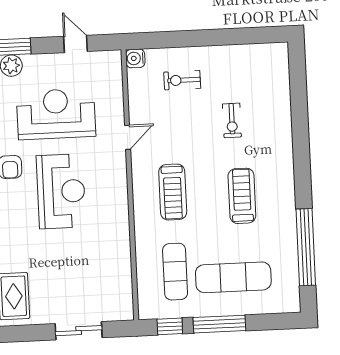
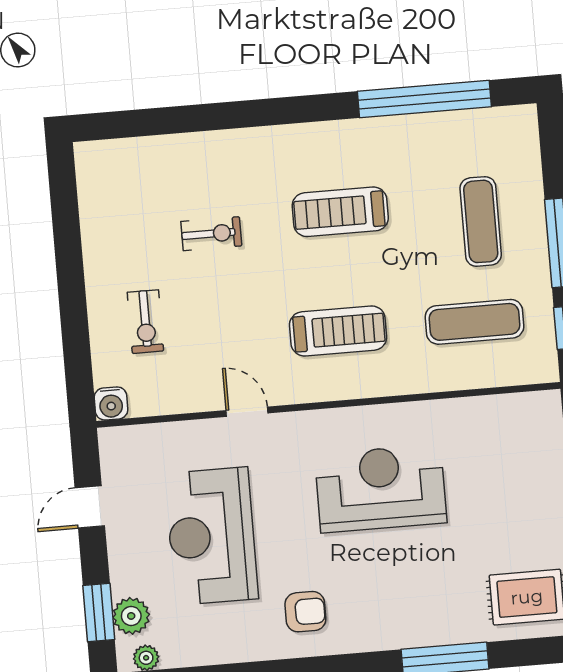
reception desk: (61, 191) -> (381, 488), moved
exercise mat: (233, 277) -> (481, 221), width x0.73, depth x0.69

